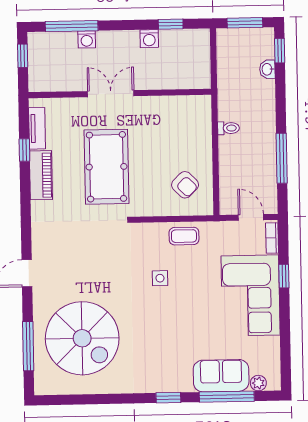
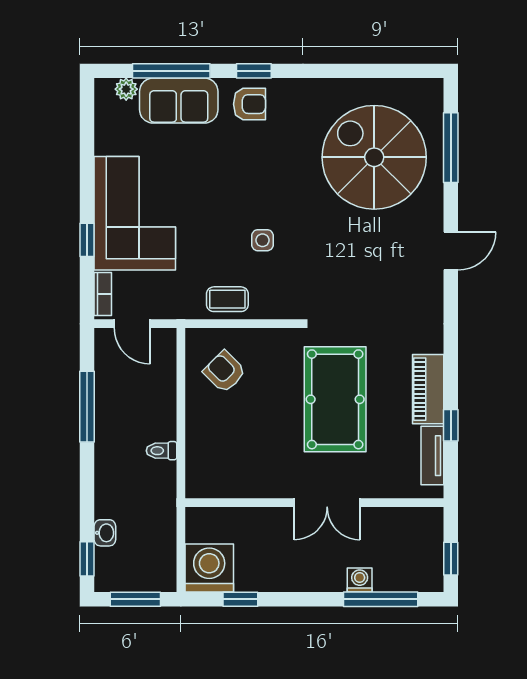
washing machine: (149, 39) -> (209, 568), moved, width x1.89, depth x1.89
armchair: (171, 374) -> (249, 104), added

